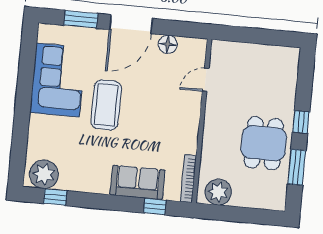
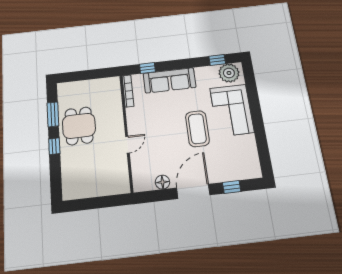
window: (81, 19) -> (232, 187), width x0.67
corner sofa: (58, 80) -> (232, 110), moved
door: (206, 80) -> (127, 145), moved
sofa: (138, 182) -> (170, 80), width x1.36
plant: (218, 192) -> (105, 86), removed

